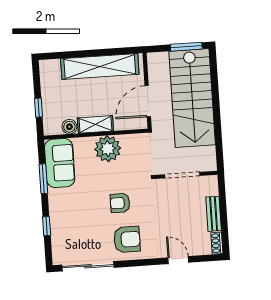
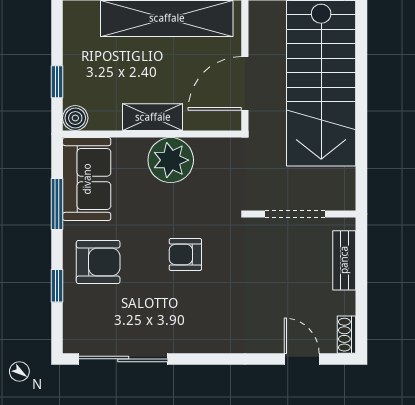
boiler: (69, 127) -> (75, 118), moved
bench: (214, 214) -> (344, 260), moved
armchair: (127, 239) -> (98, 262), moved
door: (178, 260) -> (302, 359), moved

